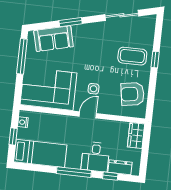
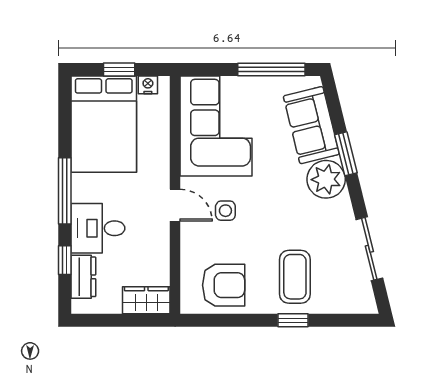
plant: (83, 34) -> (326, 179), added
armchair: (133, 94) -> (224, 285), turned 99
bed: (40, 153) -> (104, 124), width x1.50

